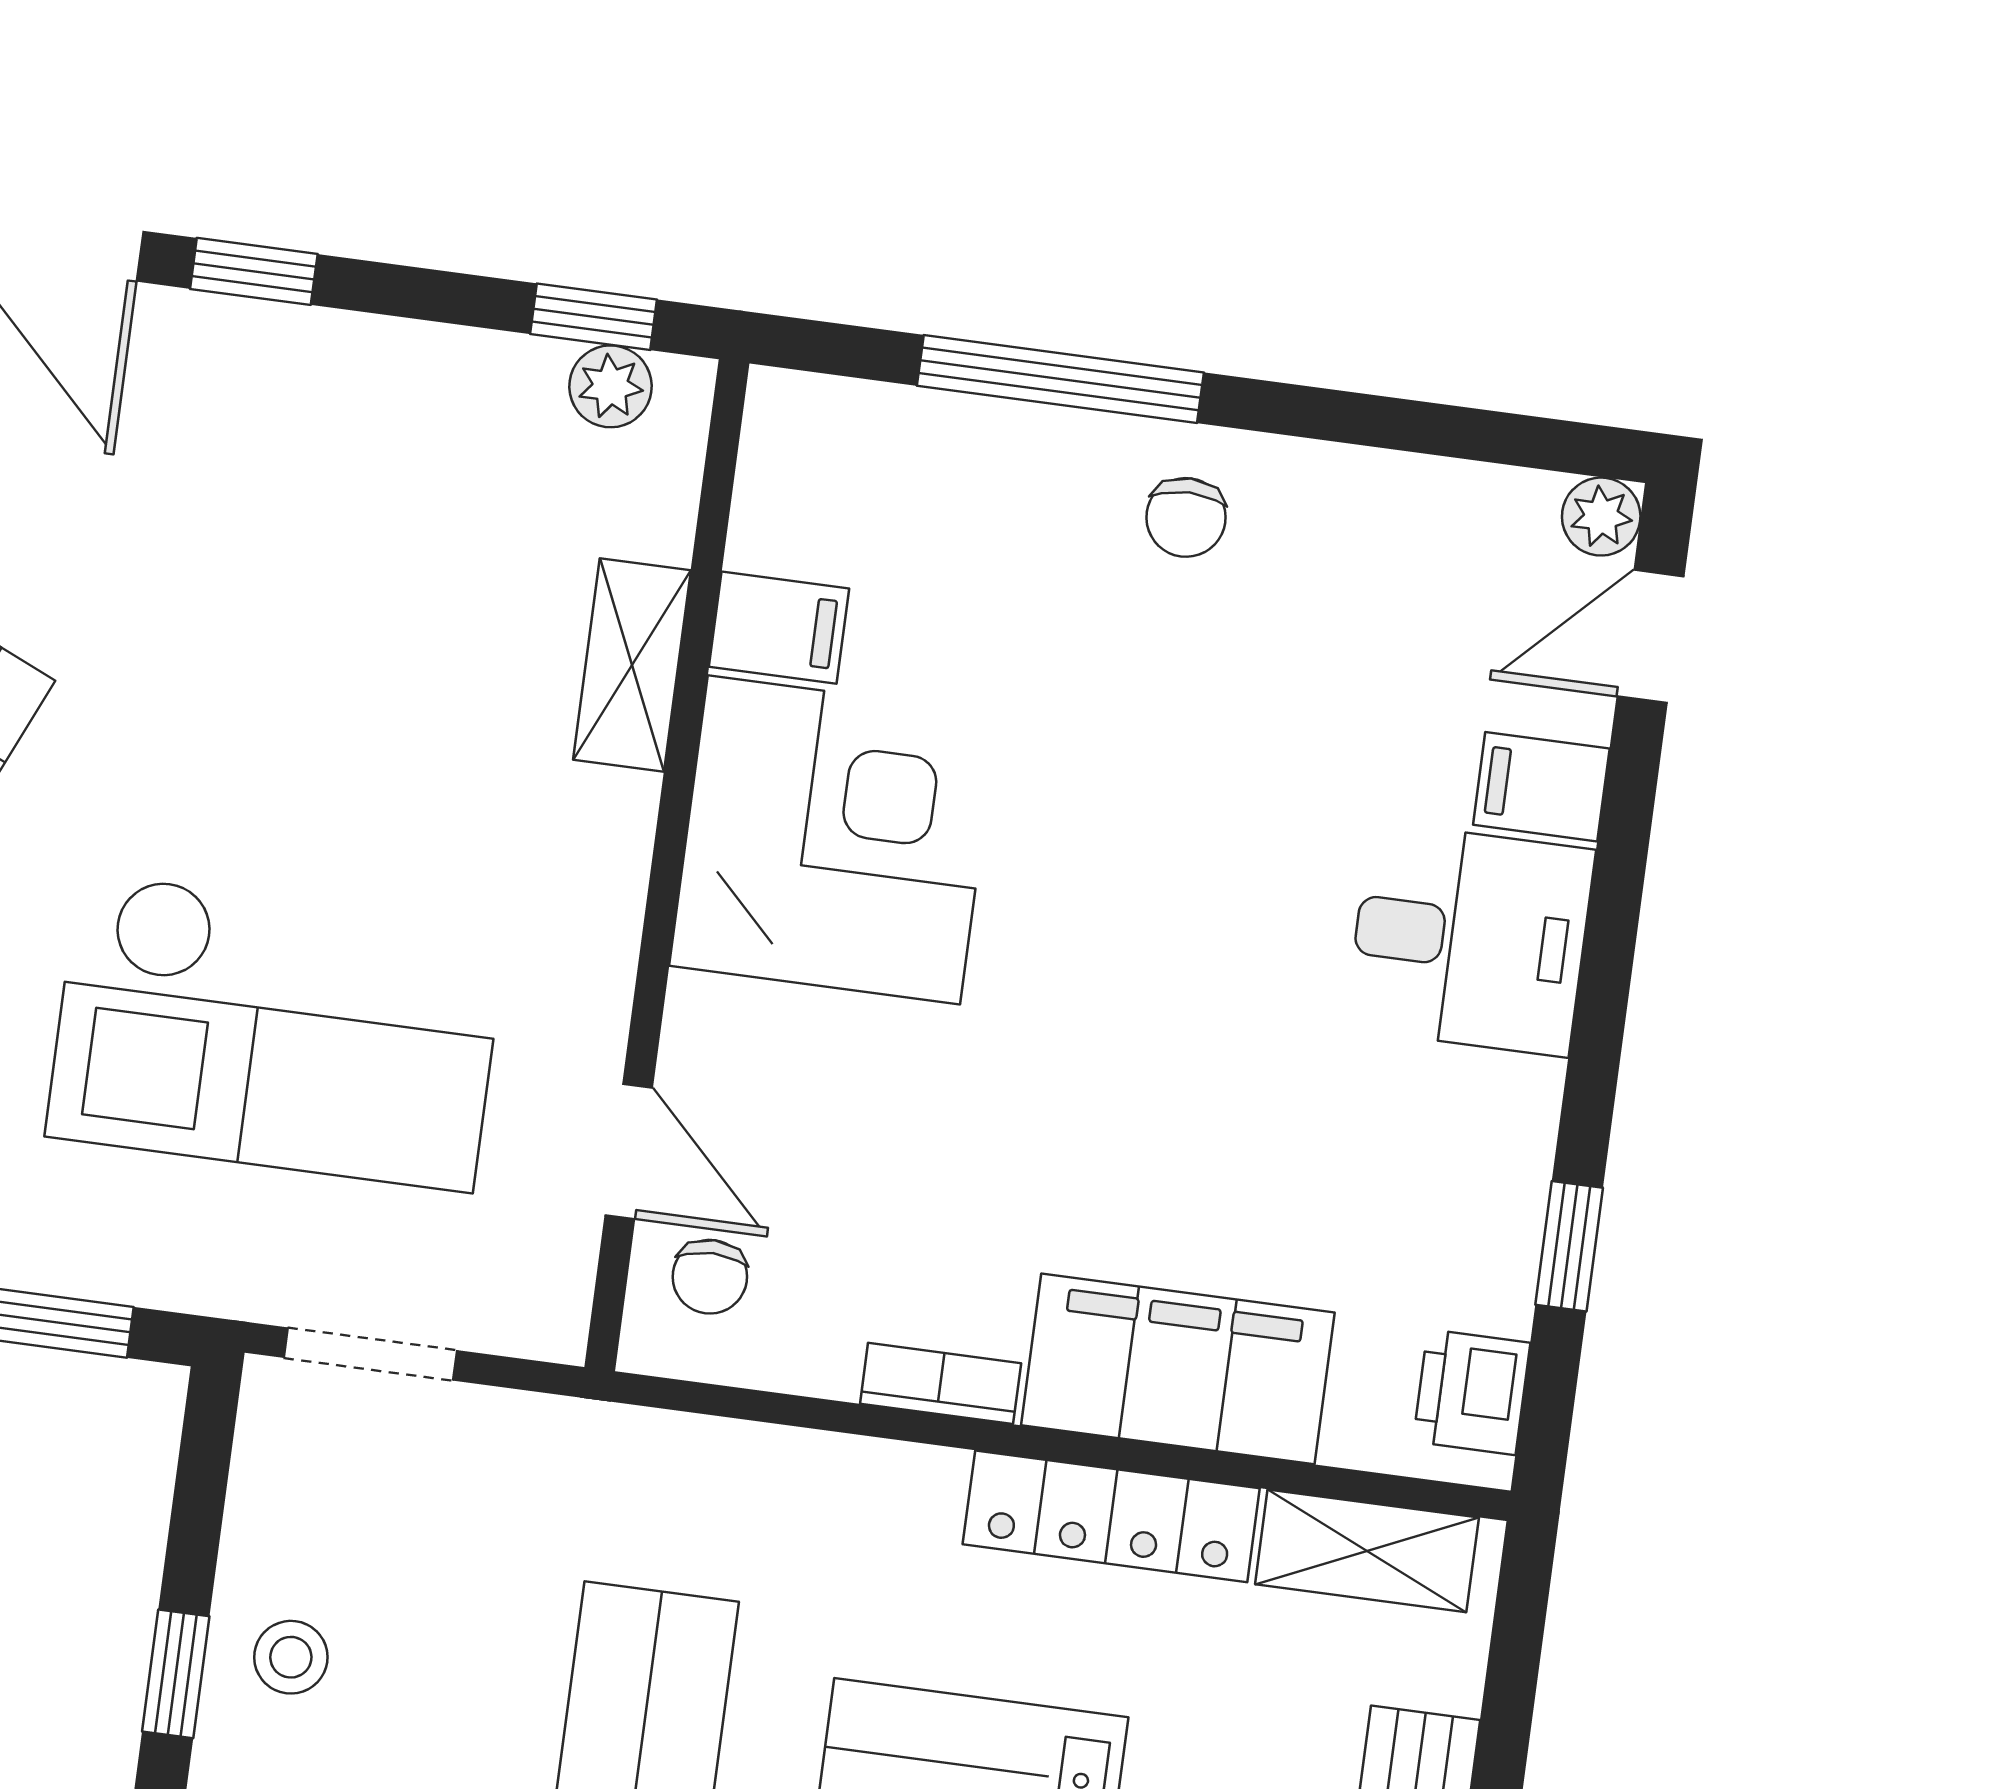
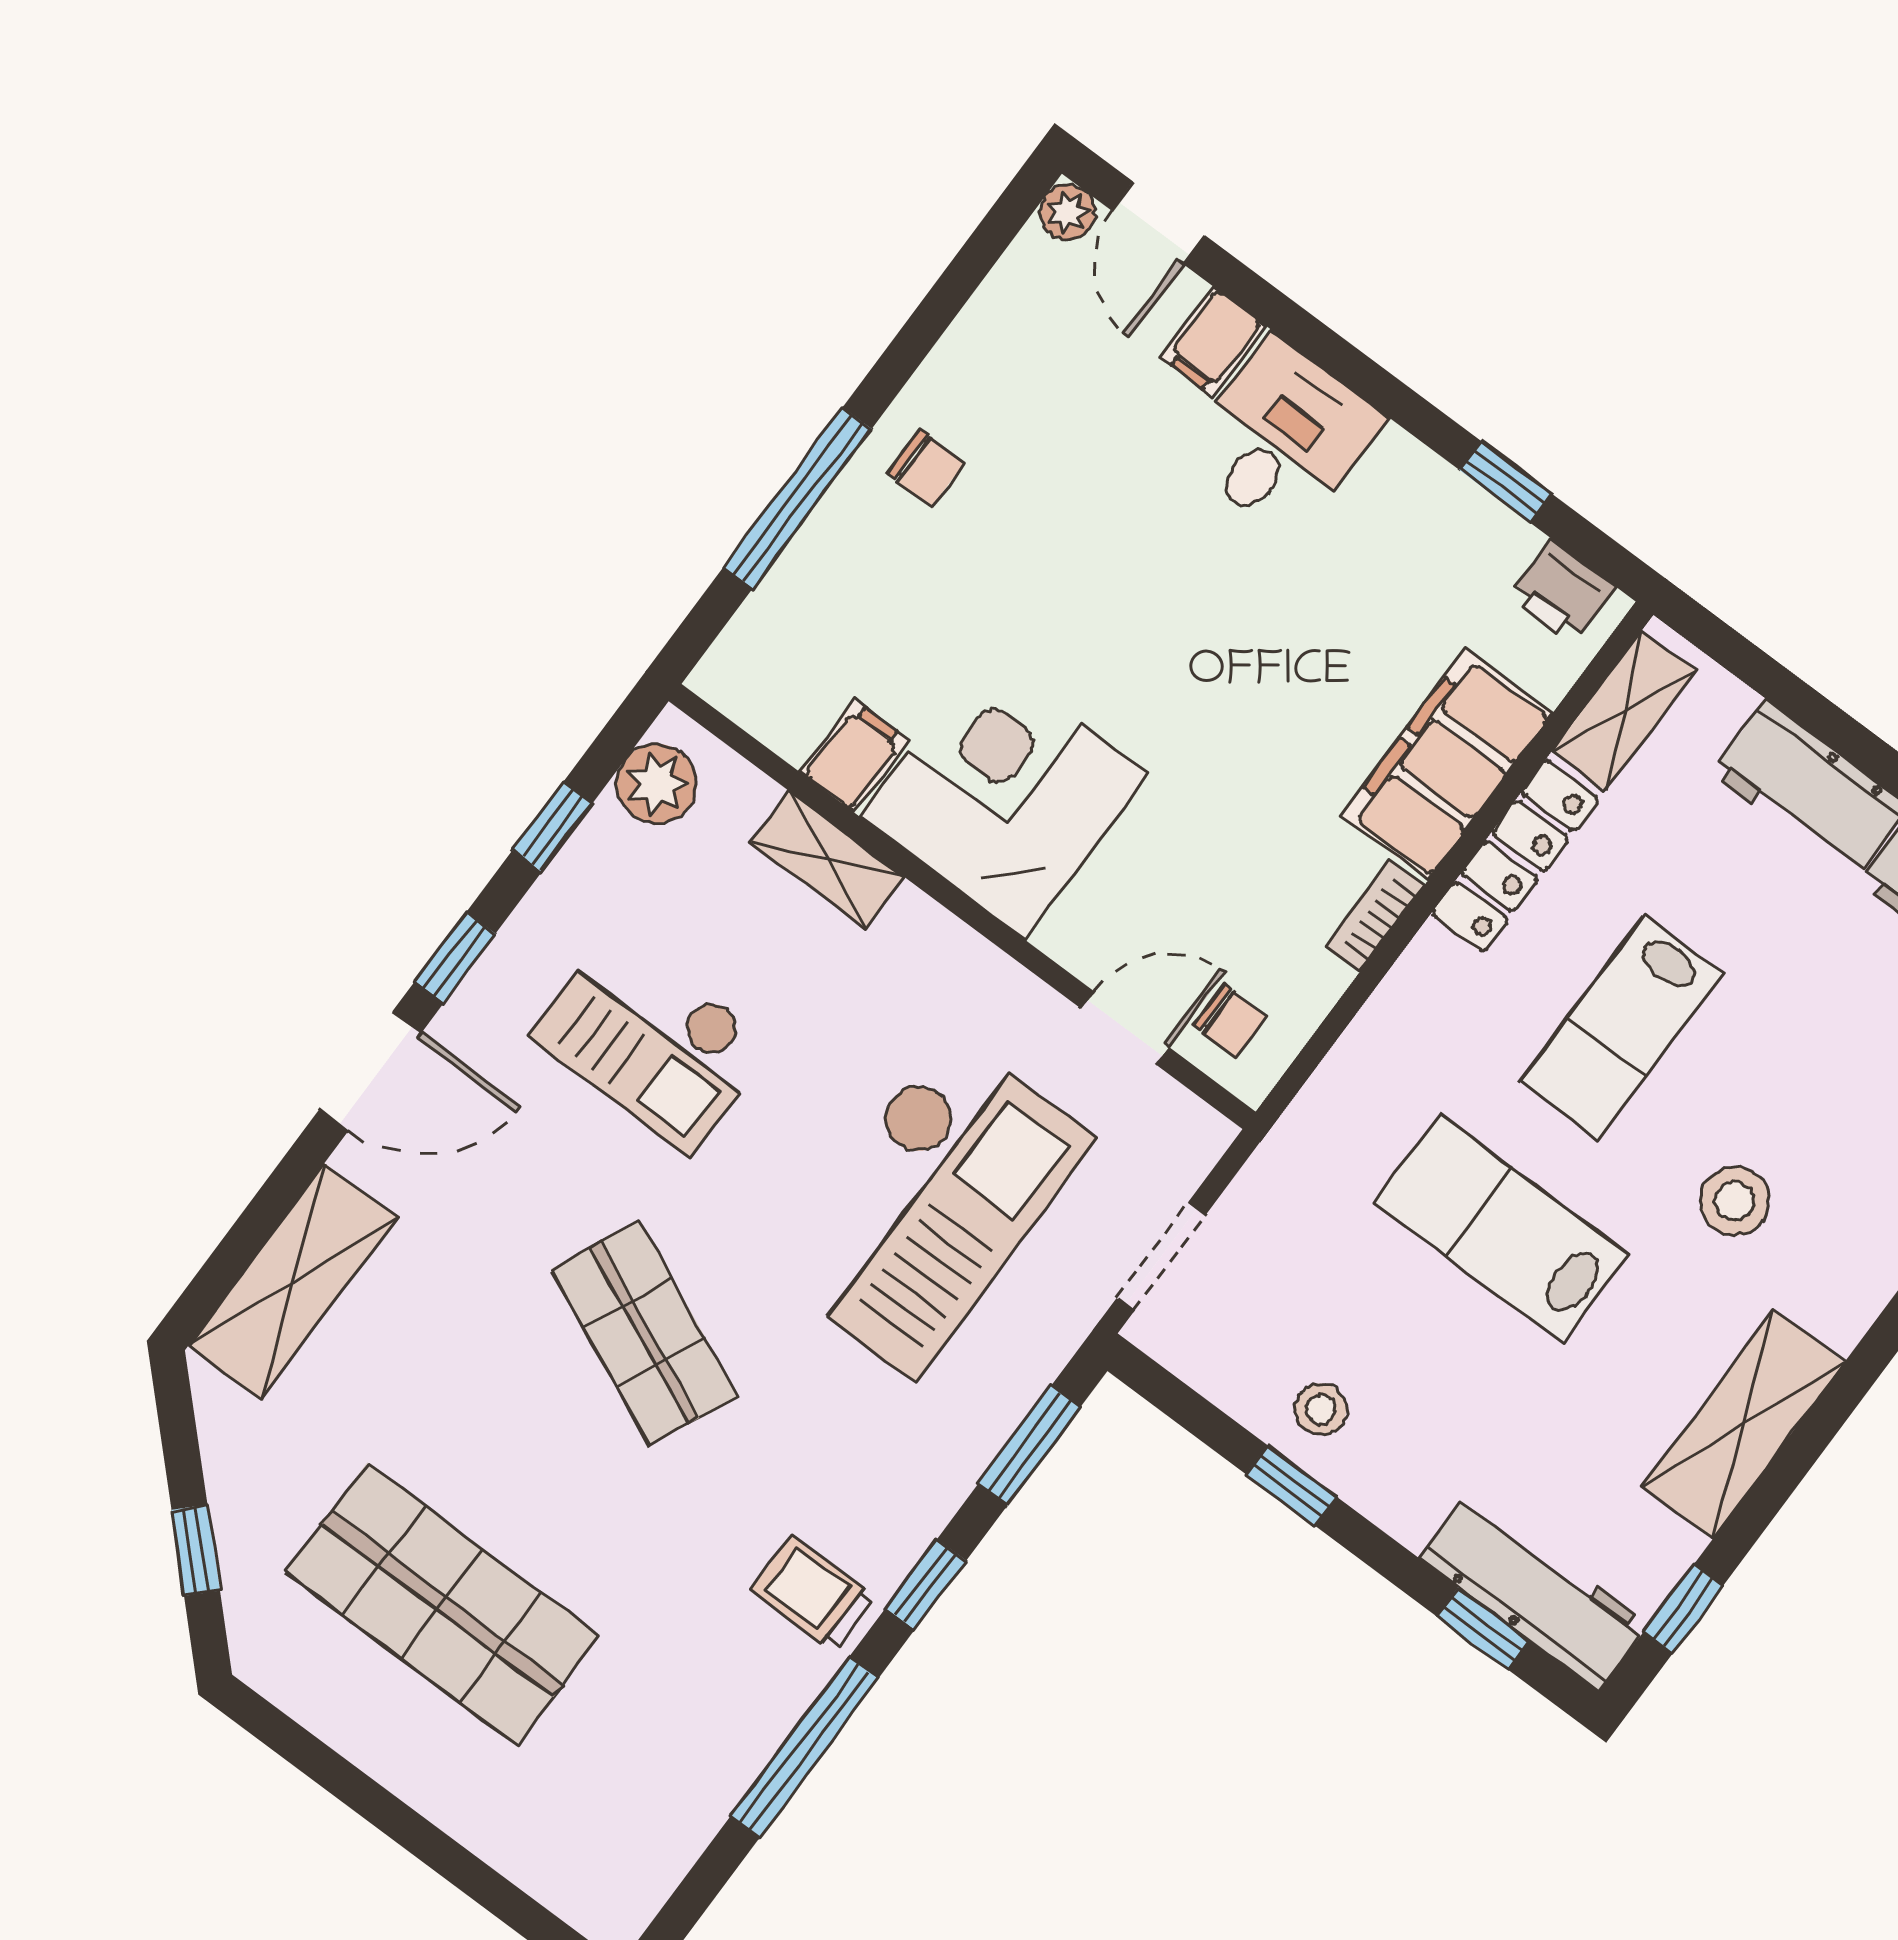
window: (594, 317) -> (552, 827), moved
plant: (610, 386) -> (657, 784), width x1.38, depth x1.38
checkout: (286, 573) -> (652, 1041), added

